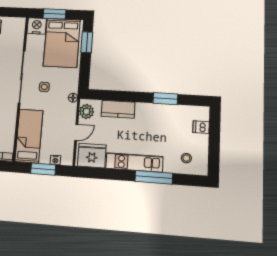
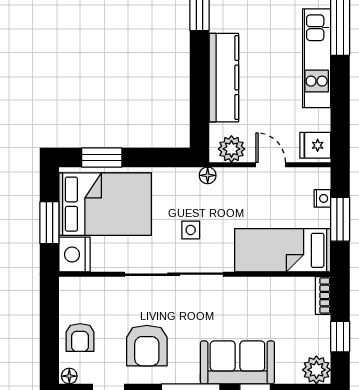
kitchen counter: (118, 109) -> (224, 78), width x1.50
fridge: (92, 156) -> (315, 145), width x0.53, depth x0.75

